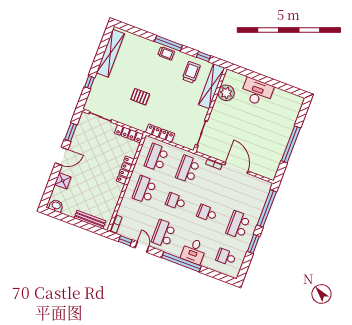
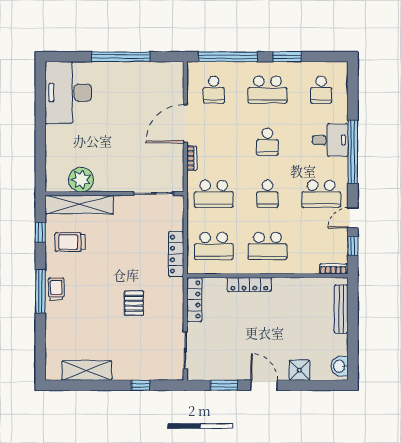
shelving: (110, 53) -> (87, 370), width x0.68
desk: (257, 92) -> (68, 93), moved, width x1.36, depth x1.30
school desk: (250, 193) -> (214, 90), added

